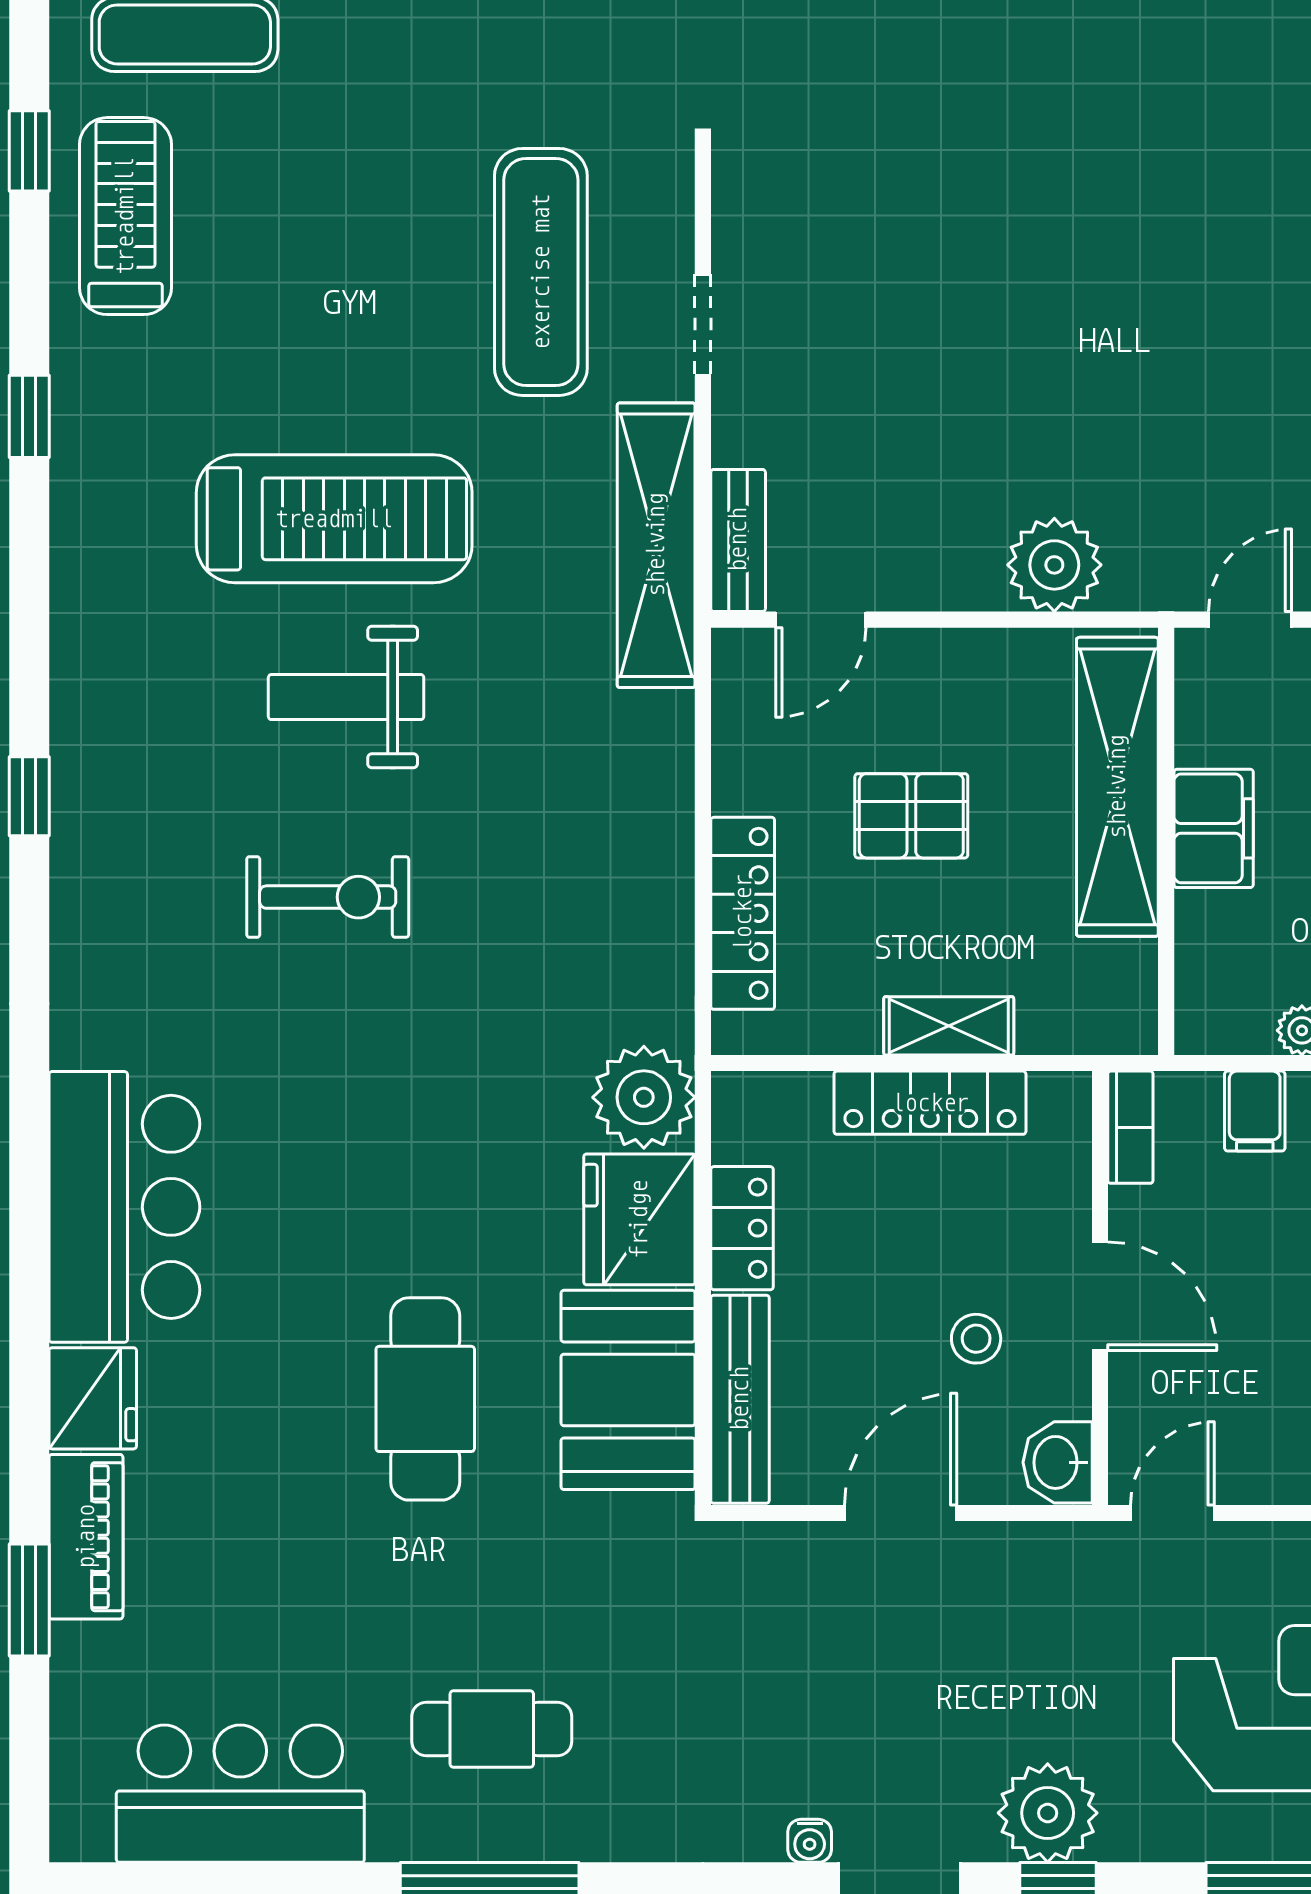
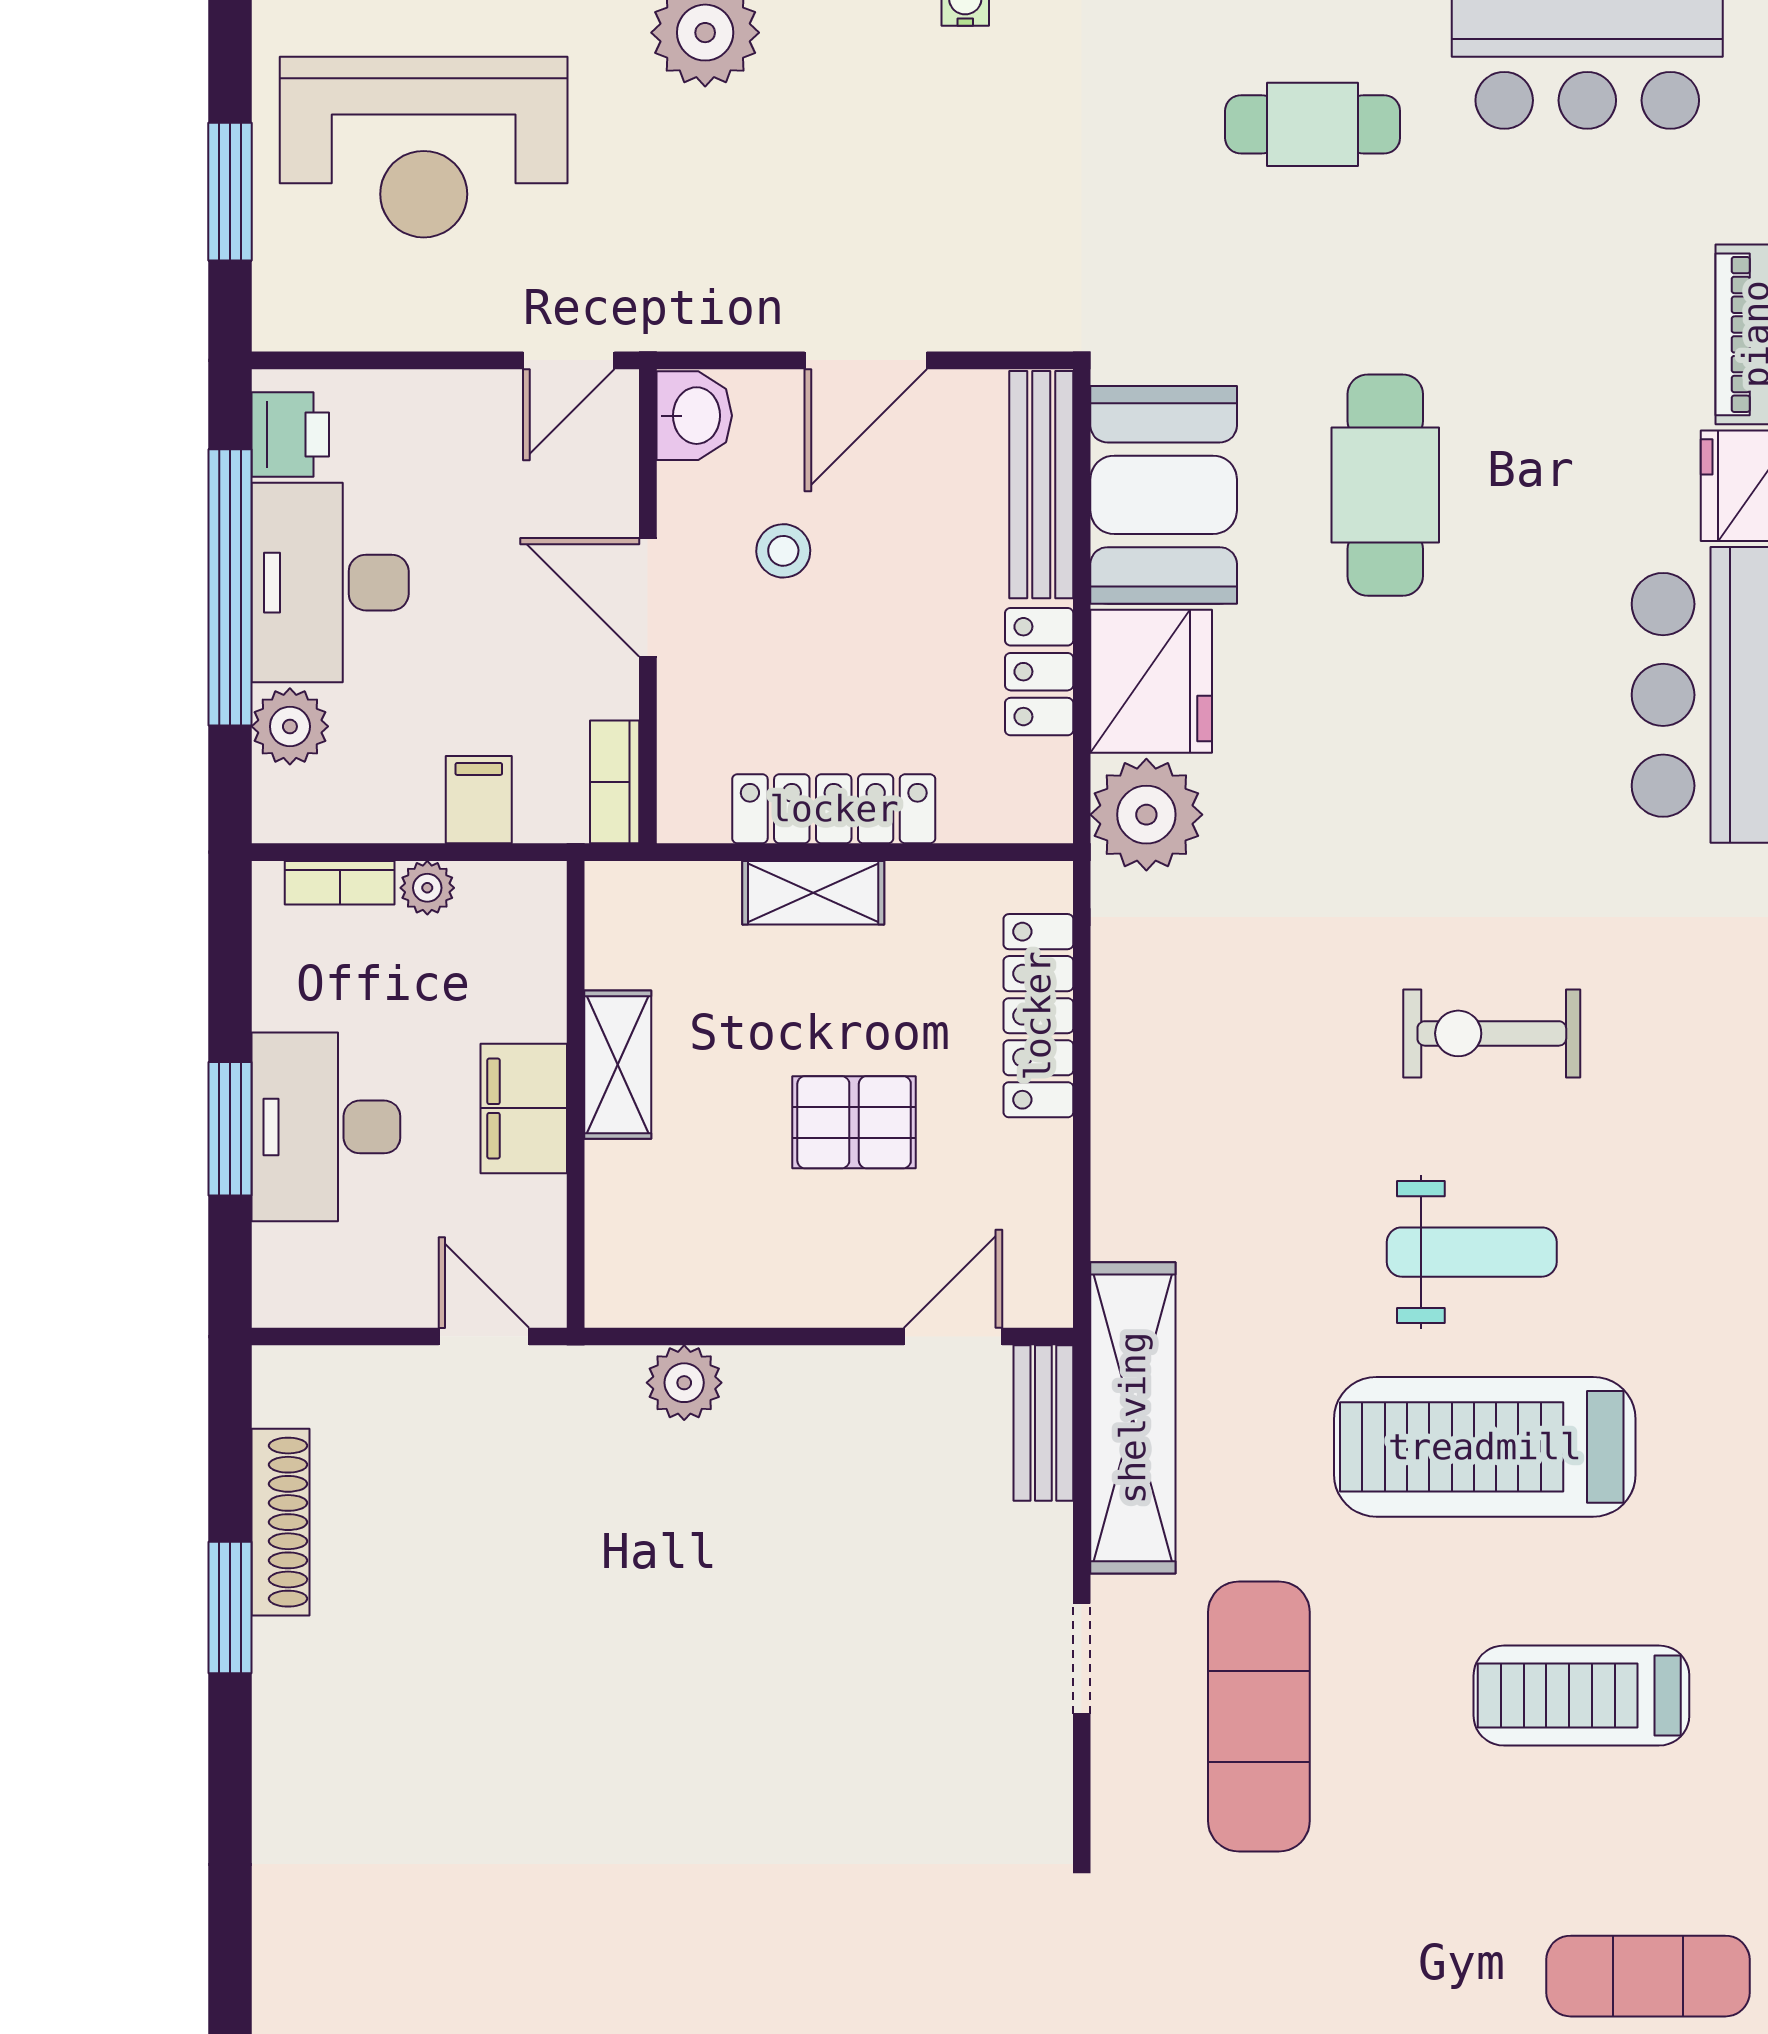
treadmill: (125, 216) -> (1581, 1696), moved, turned 90
plant: (1054, 565) -> (684, 1383), width x0.73, depth x0.73
door: (1250, 620) -> (484, 1337), swing flipped
shelving: (1117, 787) -> (618, 1065), width x0.45, depth x0.75

